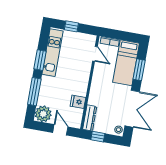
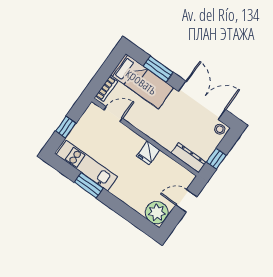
window: (34, 92) -> (124, 211), removed
fridge: (78, 102) -> (148, 153), moved

